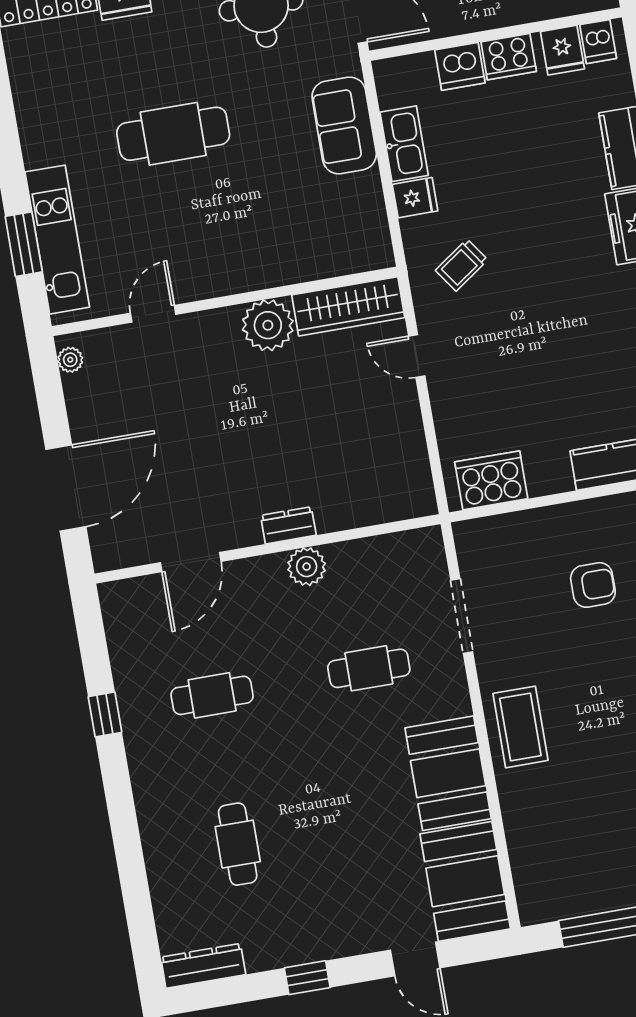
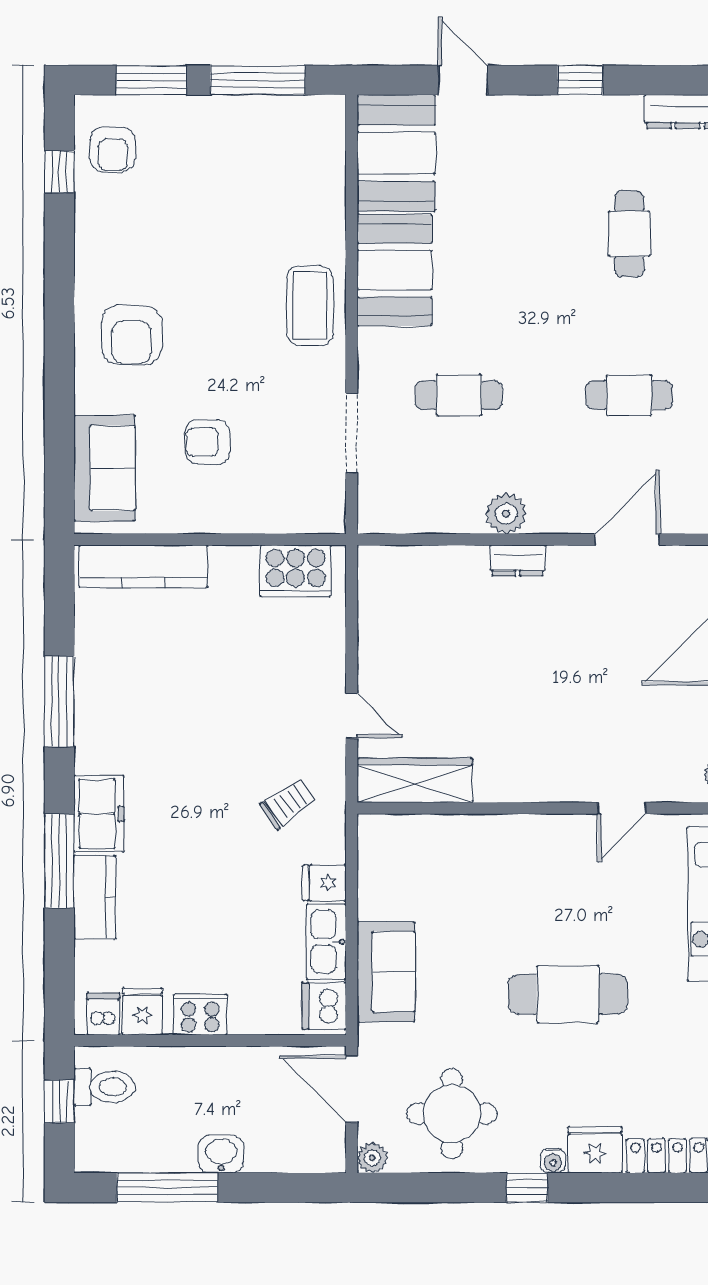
dishwasher: (460, 66) -> (324, 1006), moved, turned -90
plant: (268, 325) -> (503, 775), removed

